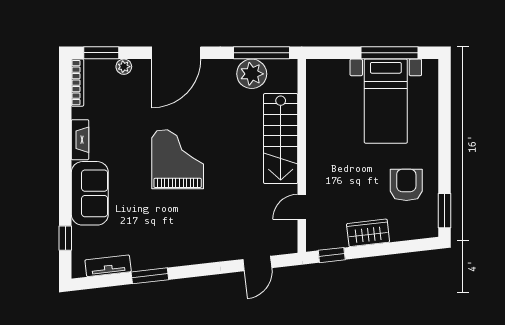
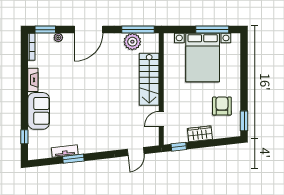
bed with nightstands: (386, 101) -> (203, 57), width x1.36
grand piano: (178, 159) -> (89, 91), removed
tv unit: (108, 266) -> (65, 151), moved

